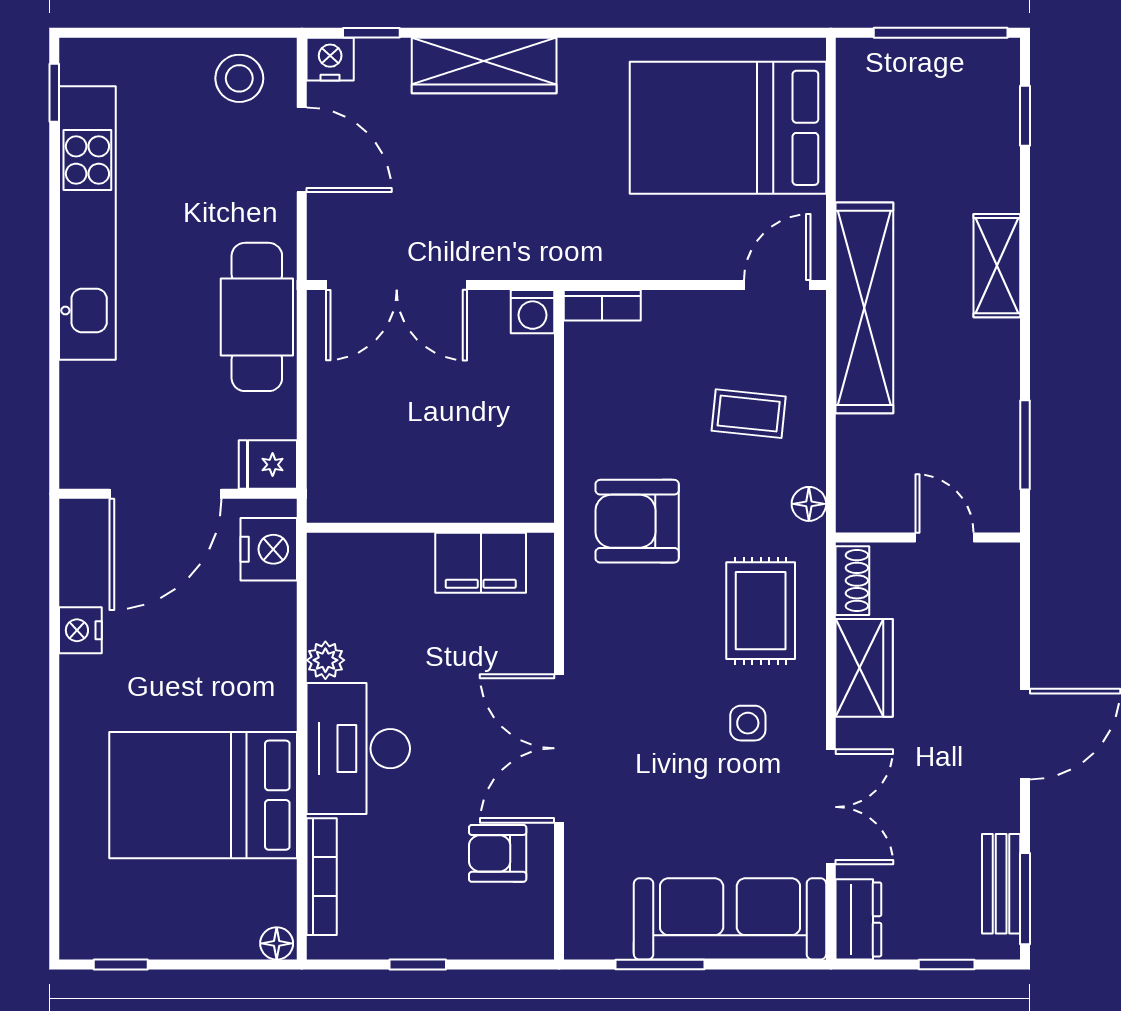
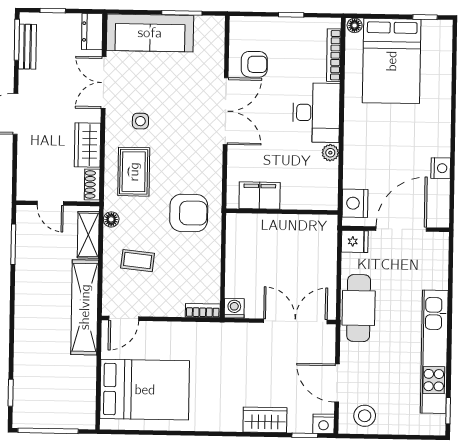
wardrobe: (484, 65) -> (265, 420), width x0.67
shelving: (997, 266) -> (88, 235), moved
bed: (203, 795) -> (392, 61), moved, turned 90

